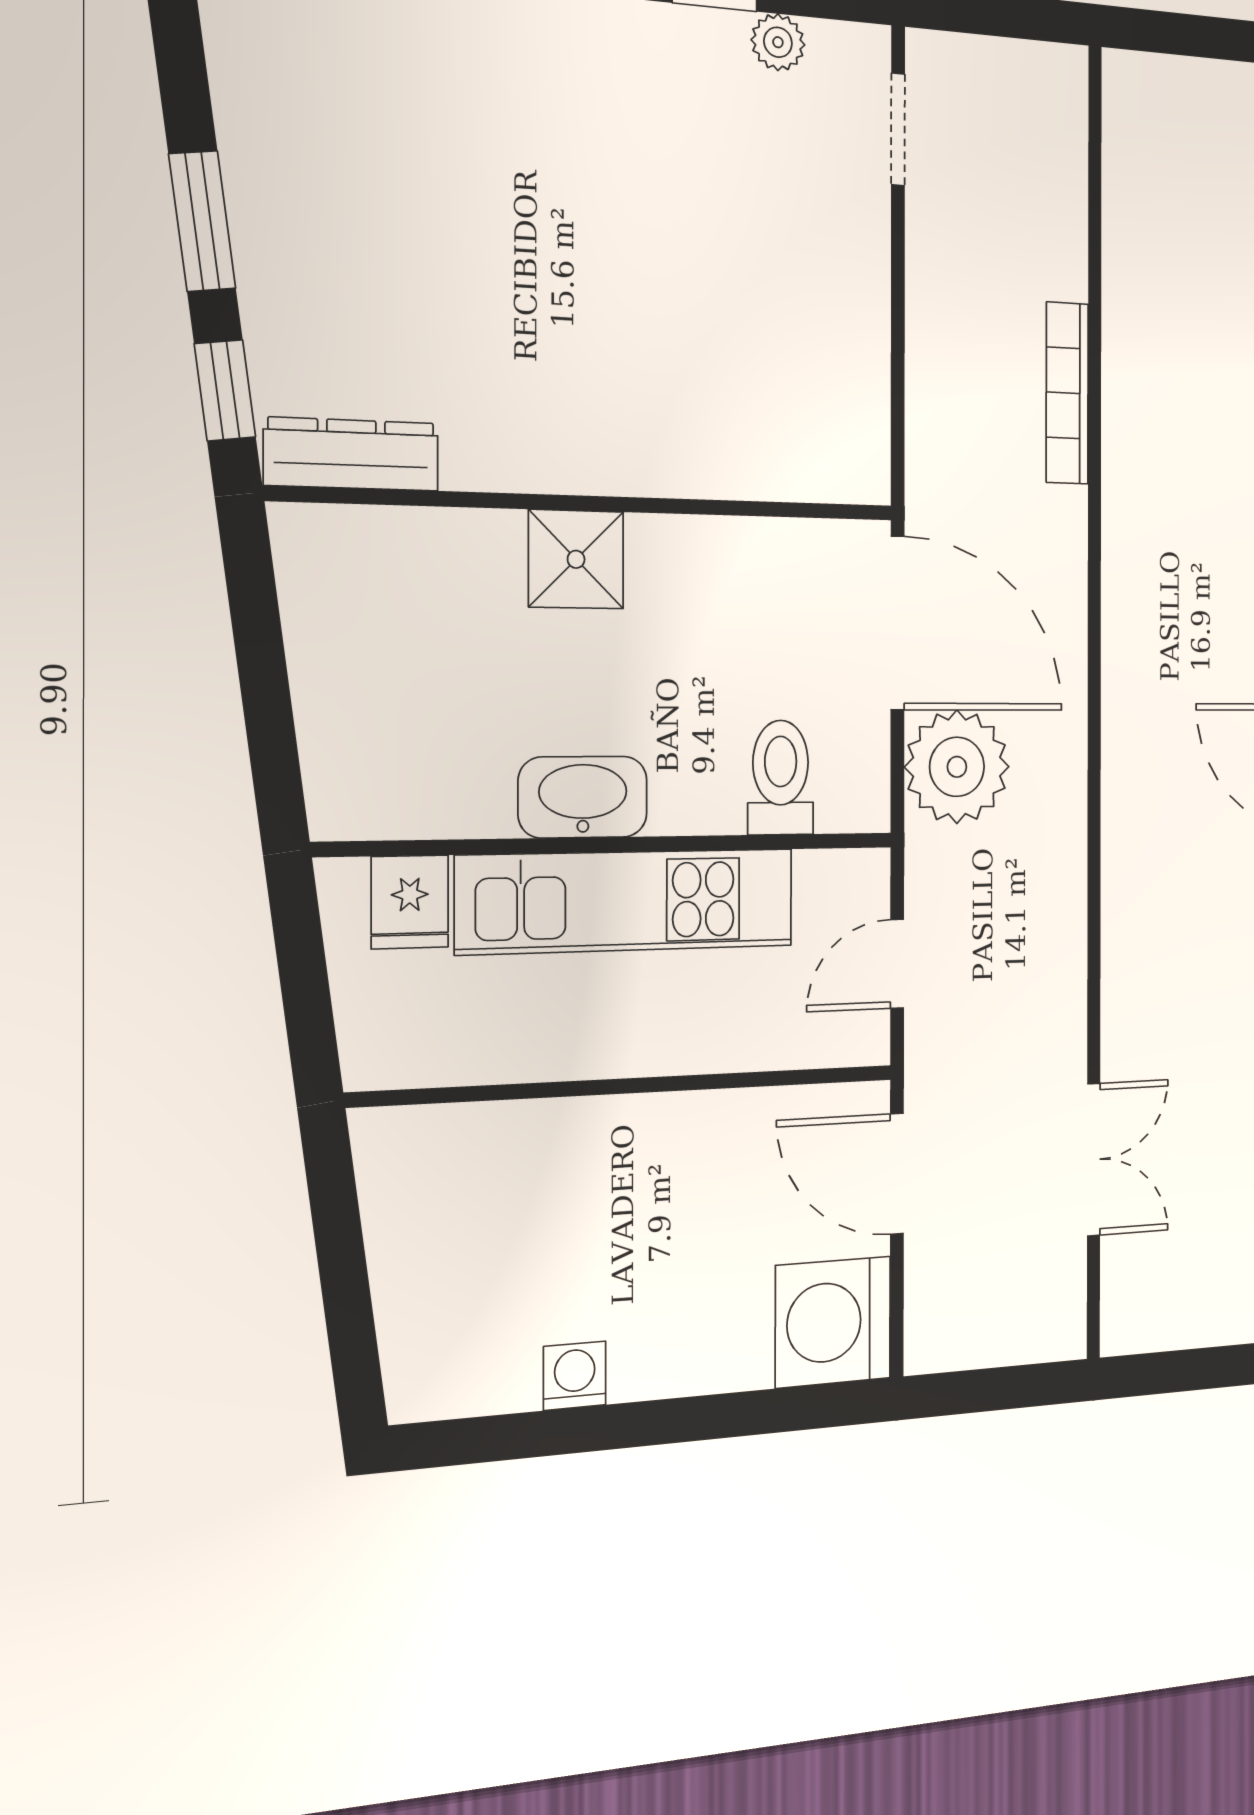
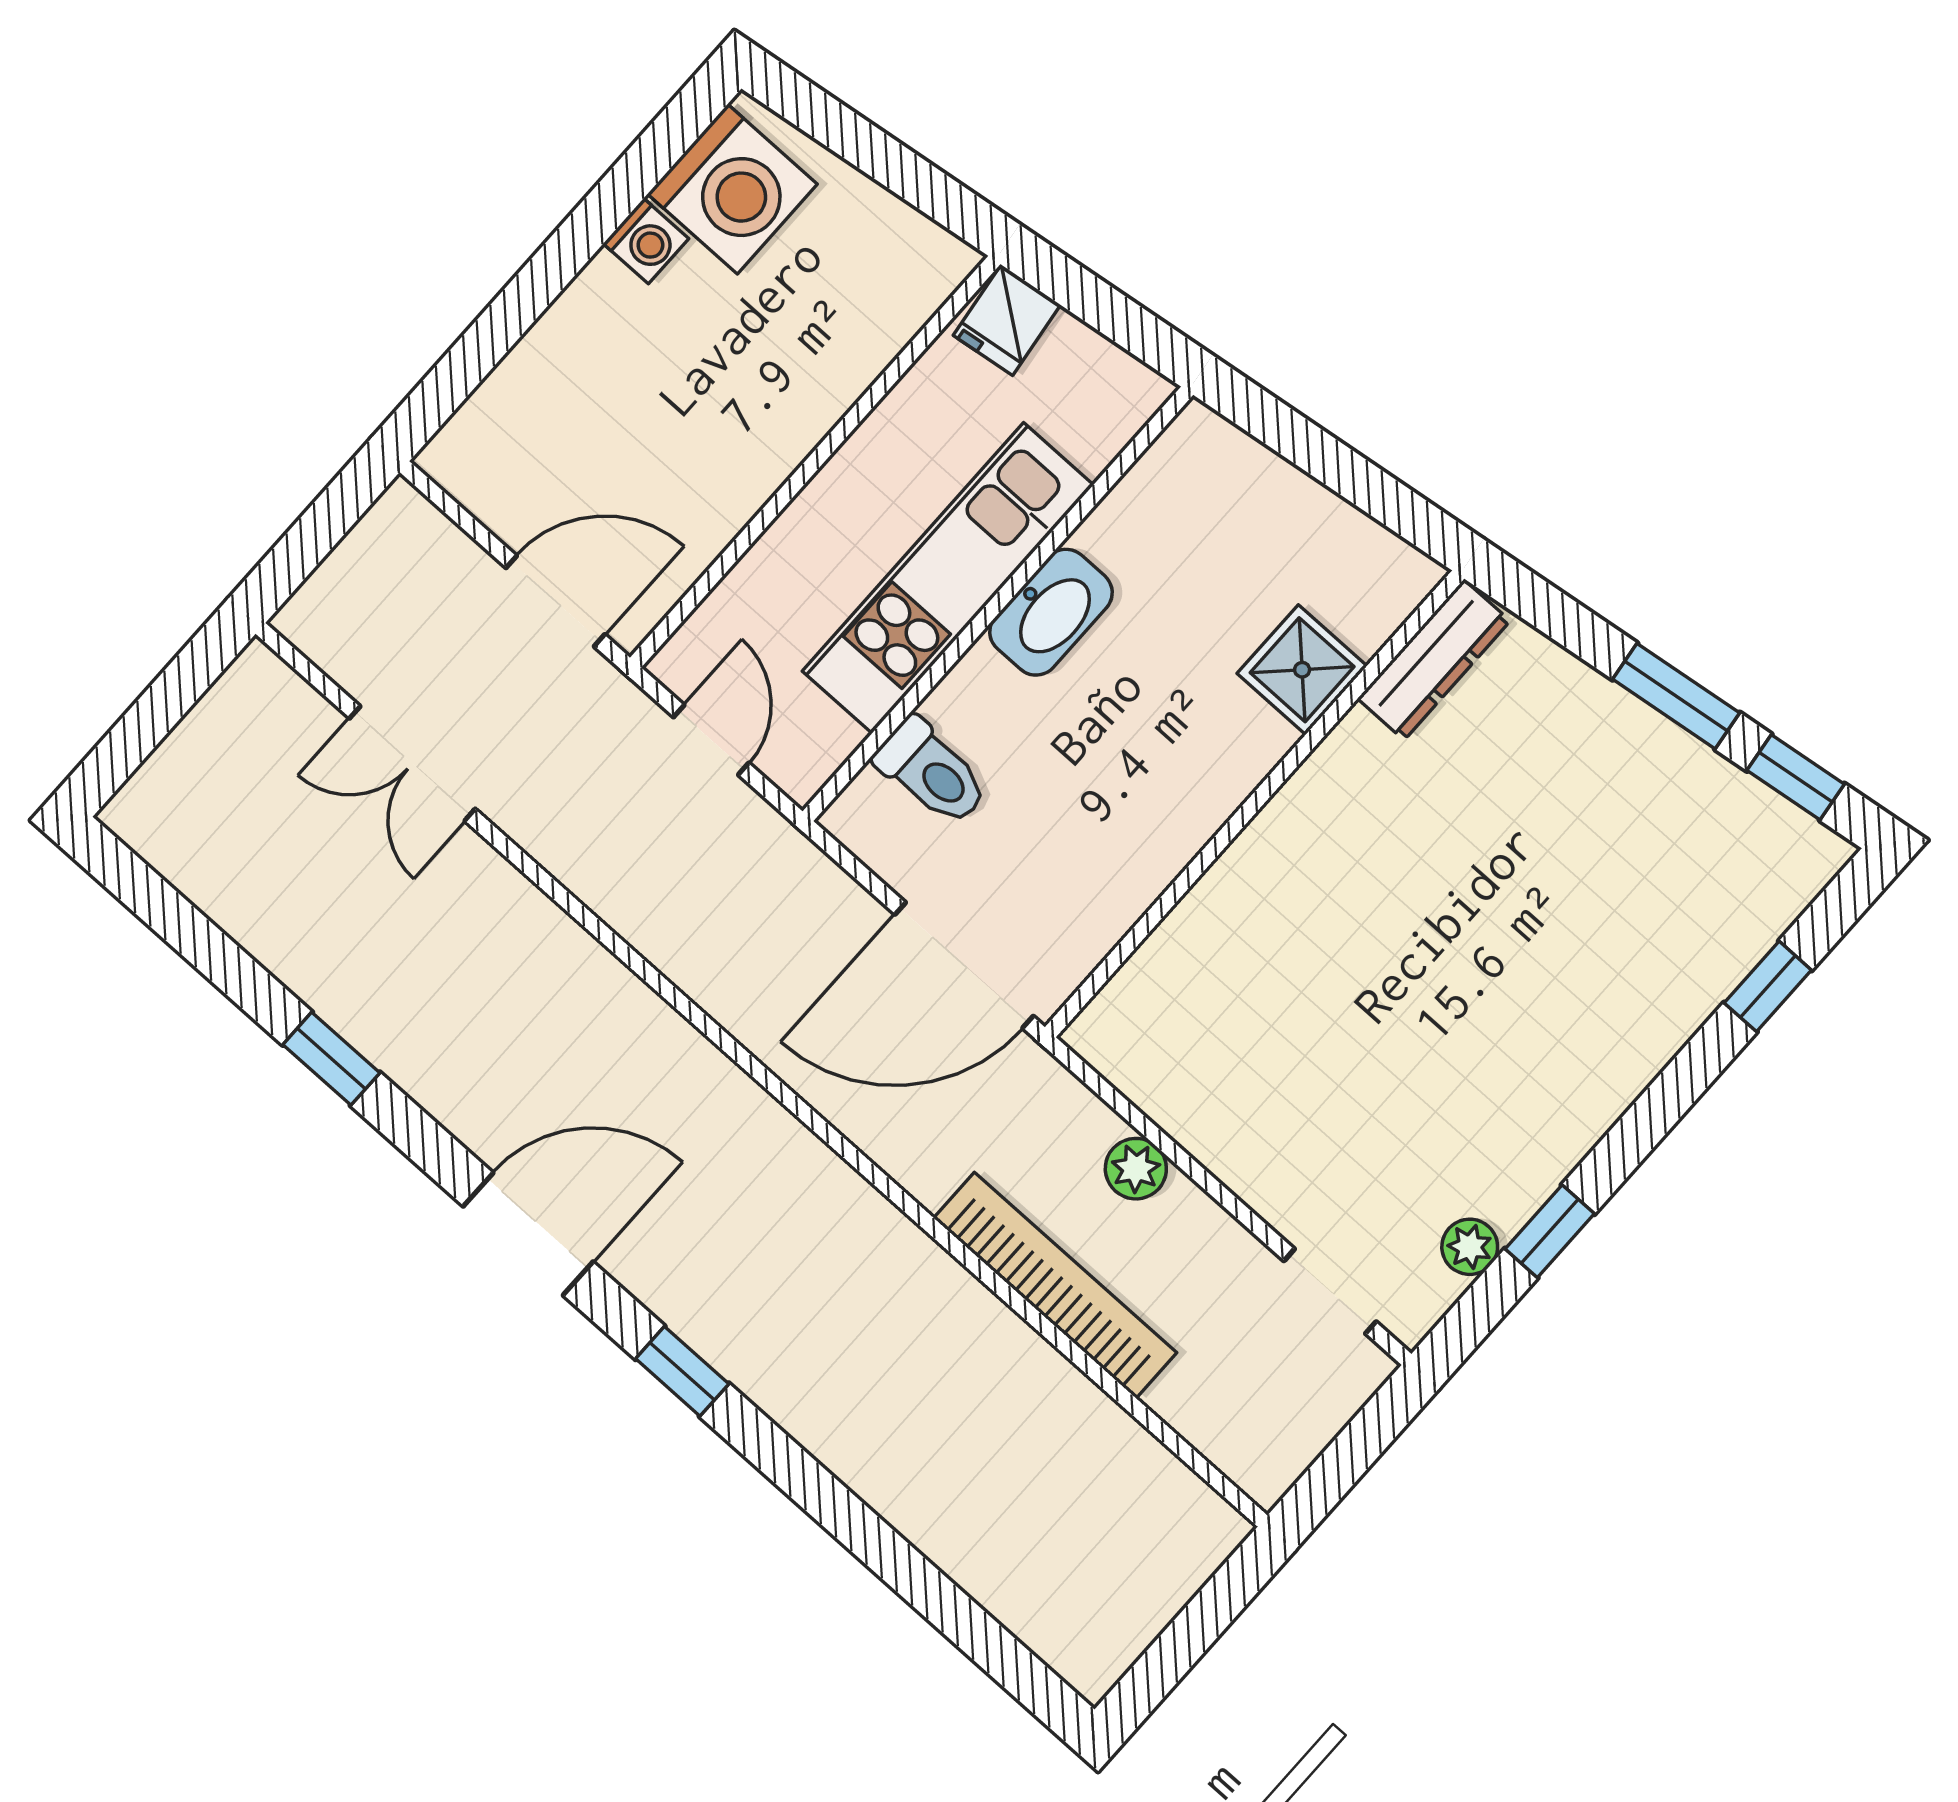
window: (225, 390) -> (1796, 777), moved
bookcase: (1067, 393) -> (1055, 1285), width x1.48, depth x1.31
shower: (576, 559) -> (1302, 670), moved
plant: (957, 767) -> (1136, 1169), moved, width x0.53, depth x0.53
fridge: (410, 902) -> (1007, 320), moved, turned -98
washing machine: (833, 1322) -> (732, 189), moved, turned 90

